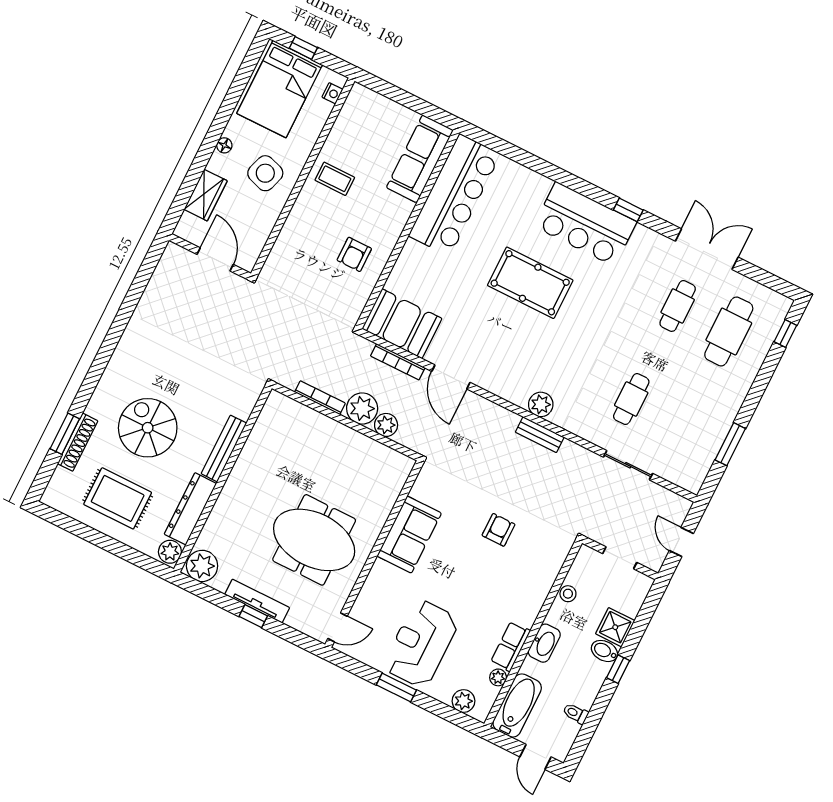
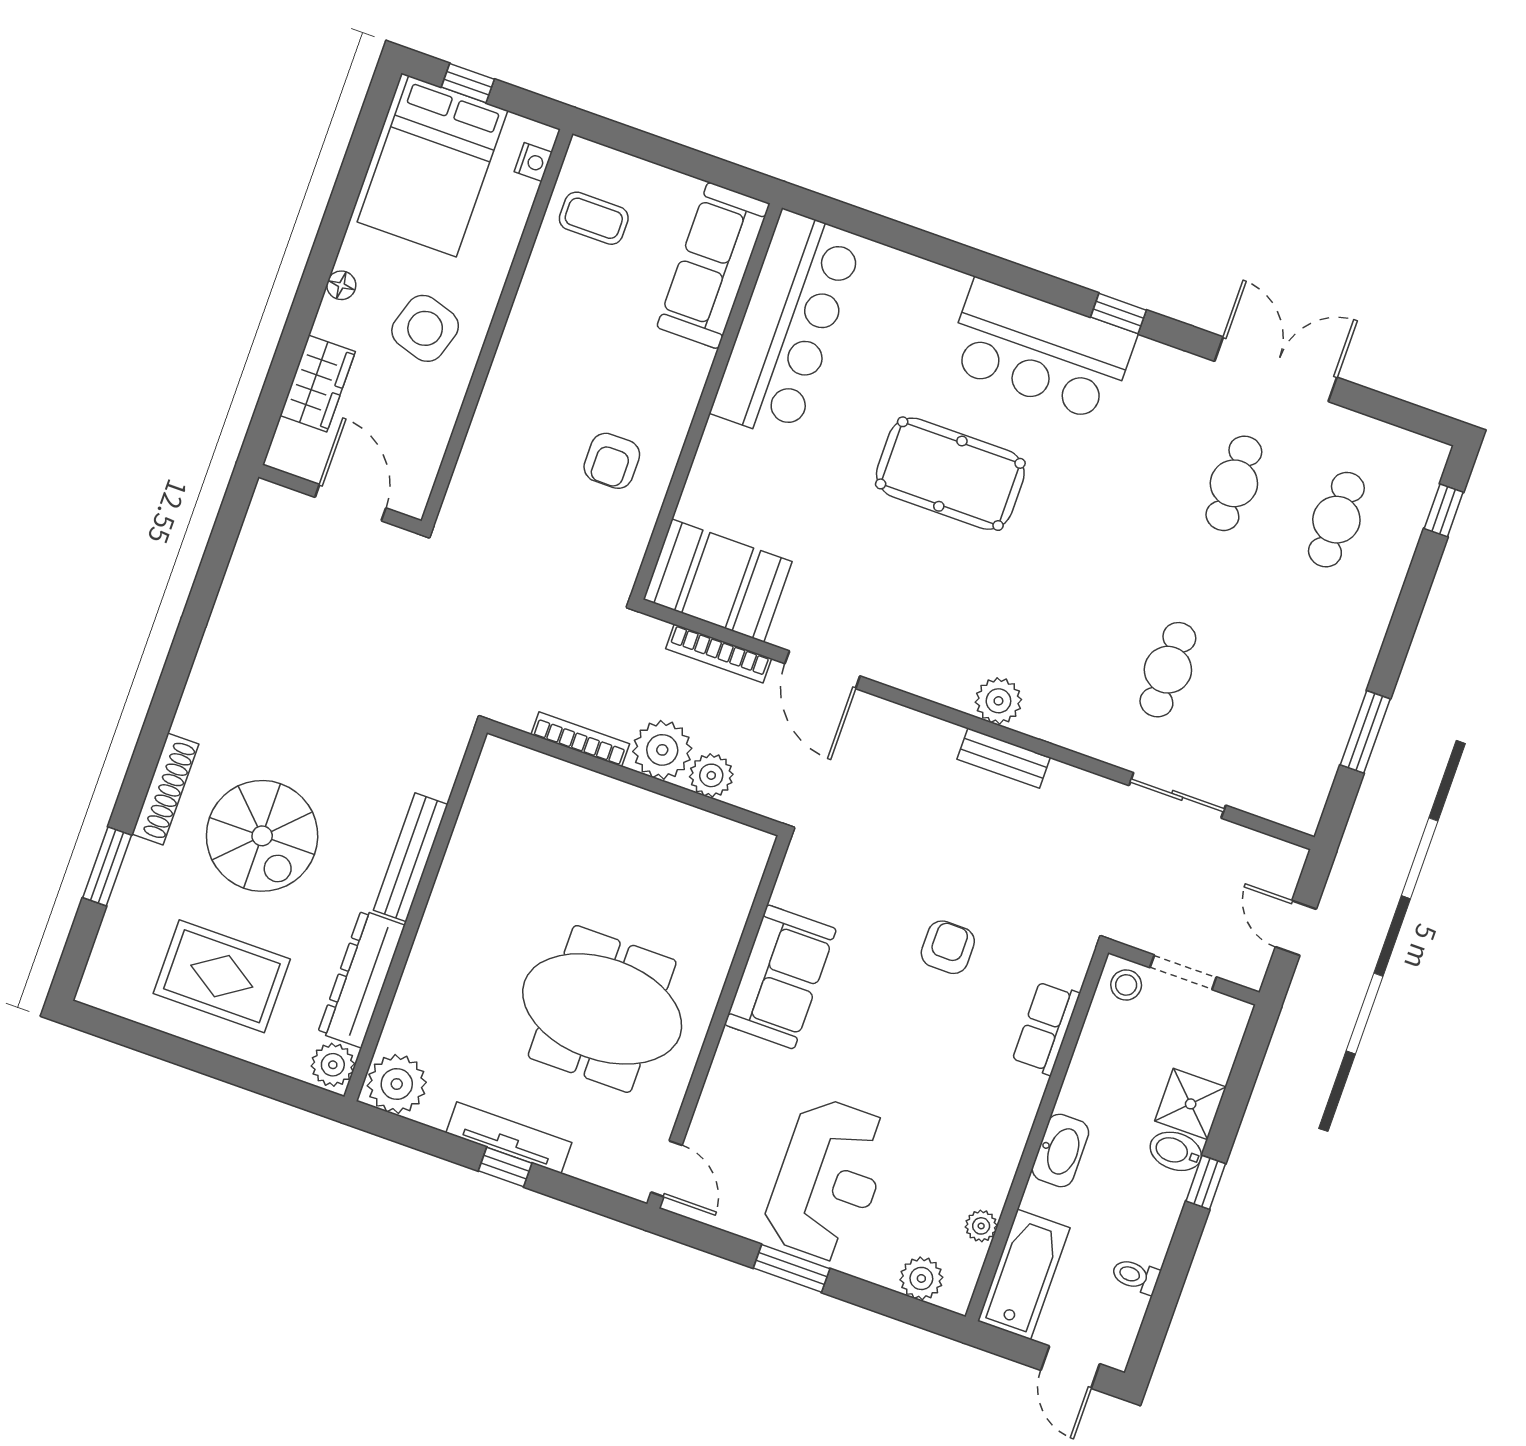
coffee table: (335, 179) -> (594, 218), moved
cafe table: (729, 331) -> (1336, 520), width x0.73, depth x0.74
spiral stairs: (148, 428) -> (262, 836), turned 180
shoe rack: (78, 442) -> (165, 789), moved
stool: (568, 594) -> (1126, 985), moved
door: (337, 627) -> (666, 1169), hinge flipped
reception desk: (421, 644) -> (828, 1180), turned 180
row of seats: (510, 646) -> (1046, 1028), moved

